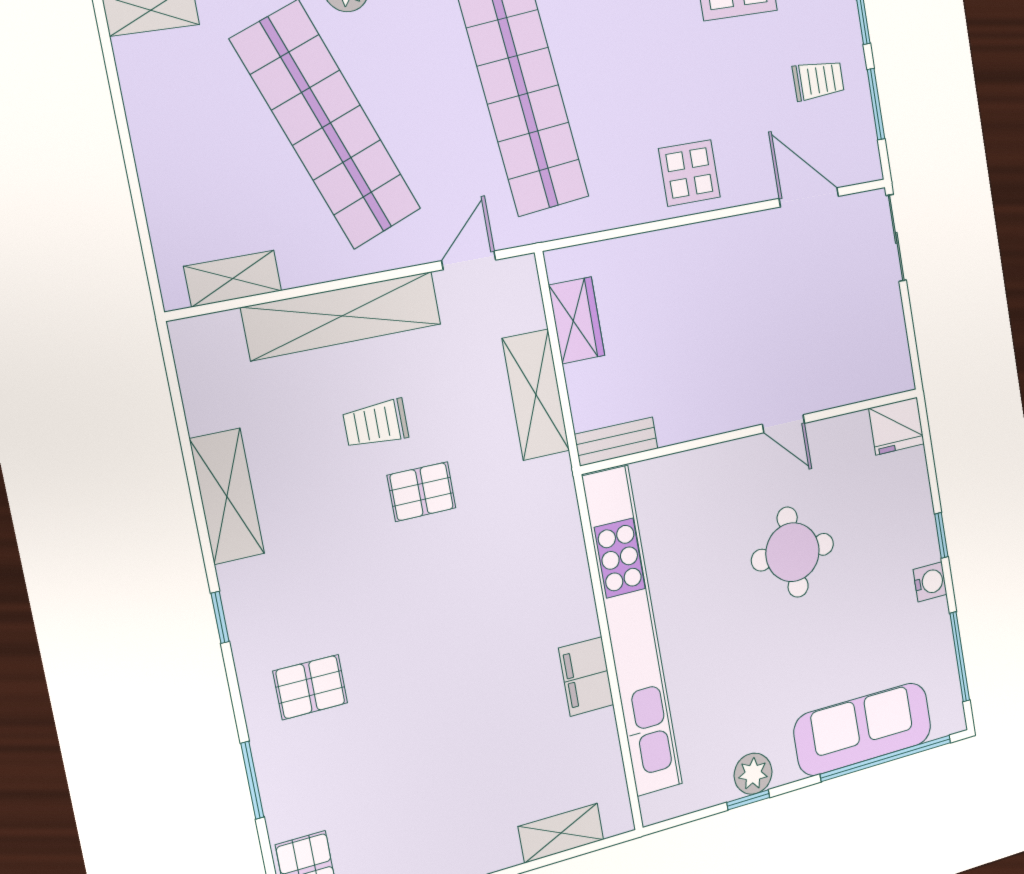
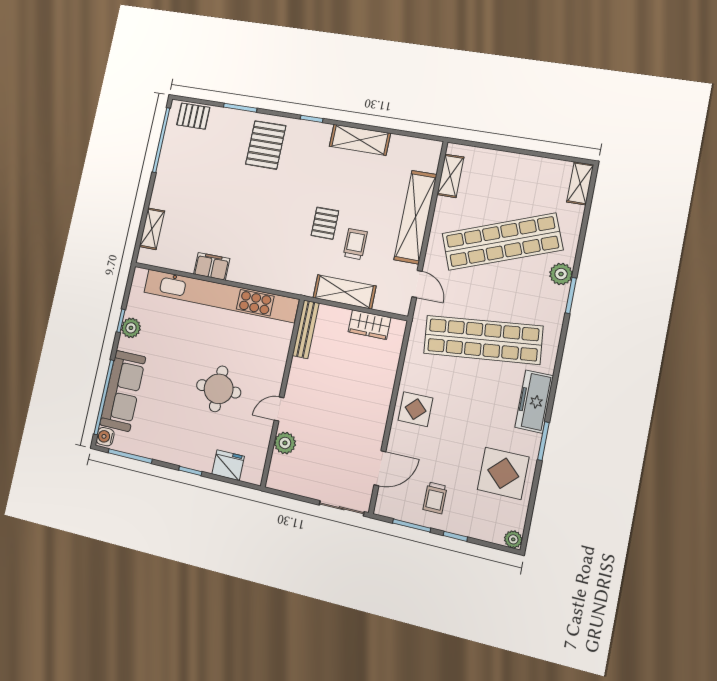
plant: (834, 387) -> (285, 443), added
trolley: (376, 424) -> (355, 244), moved
fridge: (897, 426) -> (228, 465), moved, turned 90
bench: (616, 441) -> (306, 329), width x1.36
water cooler: (930, 582) -> (105, 437), moved, turned 90
pallet: (310, 687) -> (266, 145), width x1.50, depth x1.42

